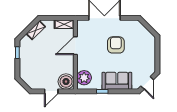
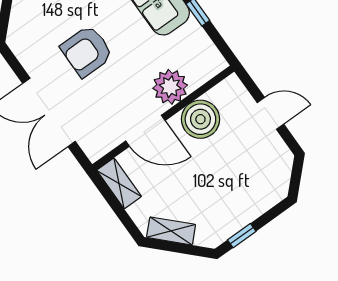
plant: (84, 78) -> (170, 87), moved
boiler: (66, 82) -> (200, 119), moved

